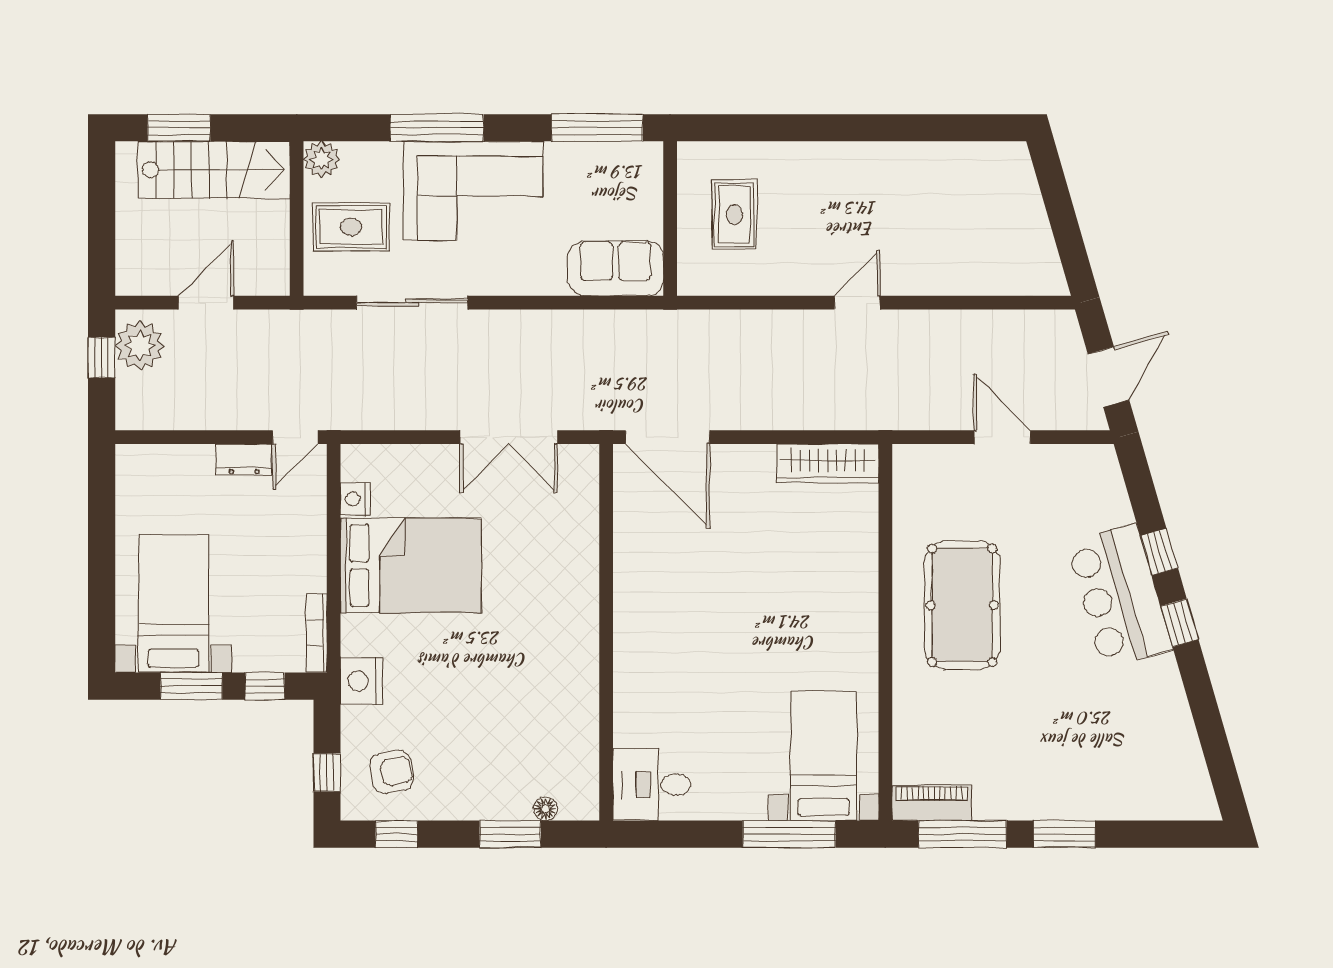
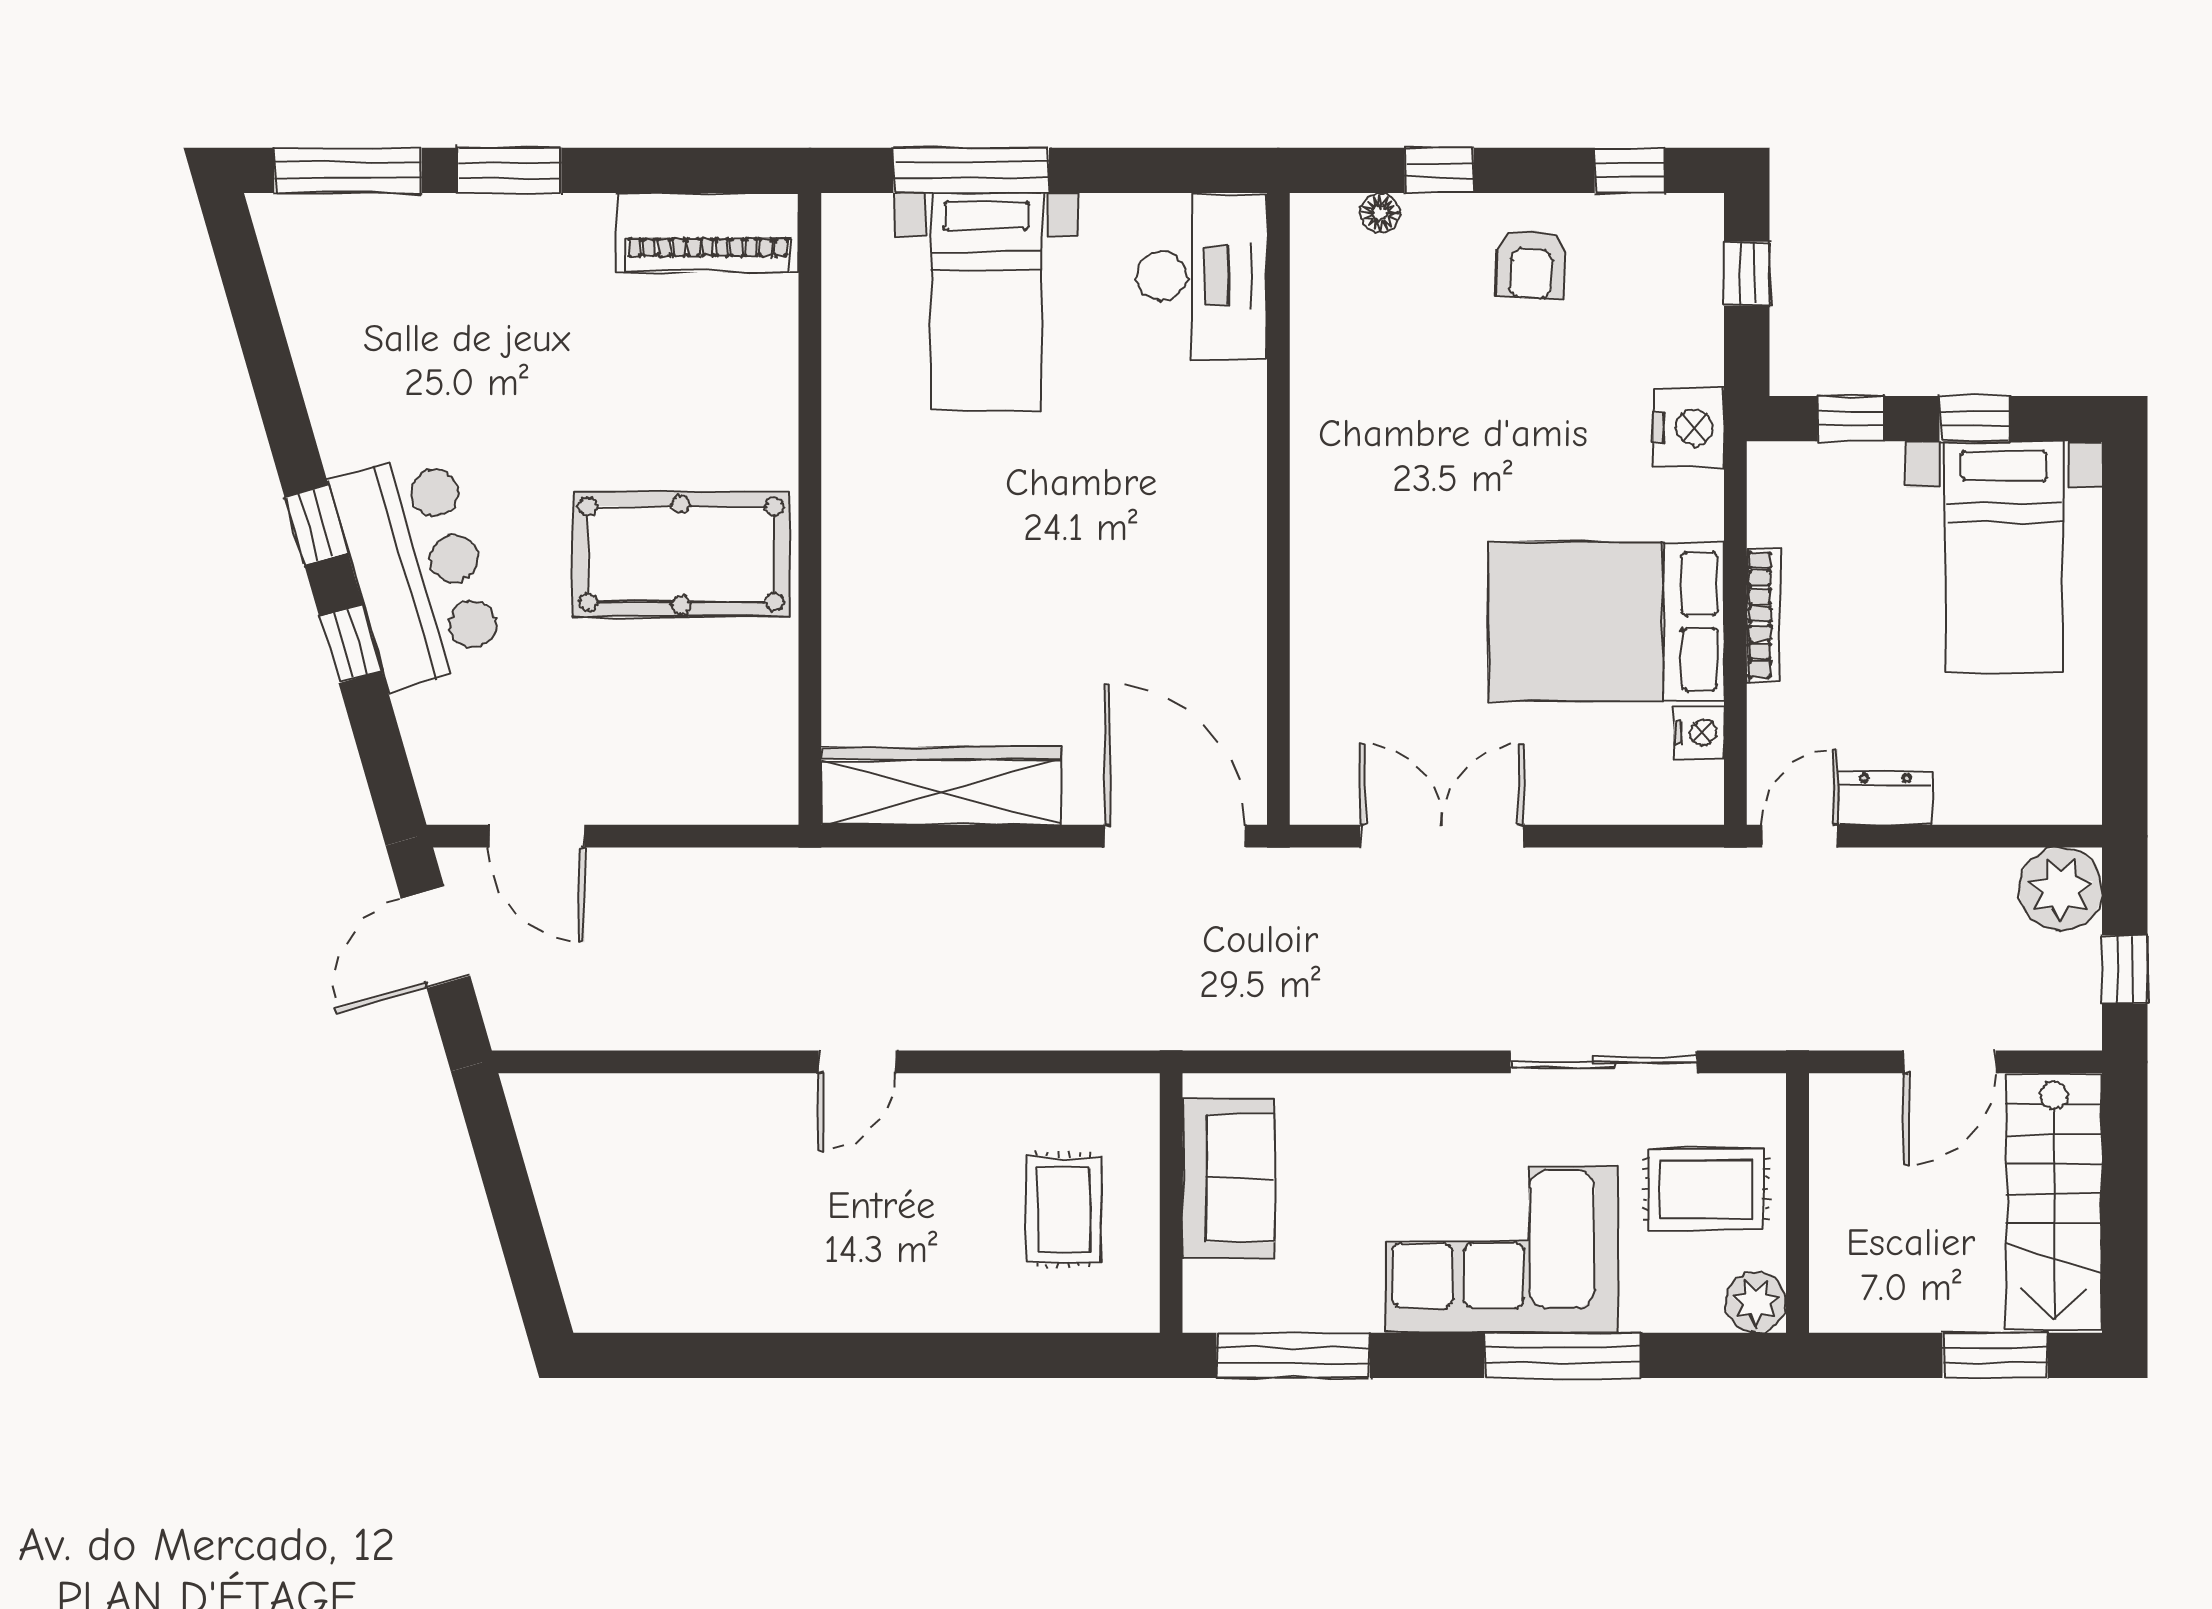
stairs: (214, 170) -> (2054, 1202), moved, turned -90
sofa: (616, 268) -> (1229, 1178), moved, turned -90
plant: (140, 345) -> (2061, 889), moved
door: (1002, 437) -> (537, 836), moved
wardrobe: (828, 464) -> (941, 786), width x1.40, depth x1.17
pool table: (962, 605) -> (681, 554), turned 90
bookcase: (317, 633) -> (1764, 615), moved
window: (191, 686) -> (1974, 419), width x0.67
bed with nightstands: (824, 756) -> (986, 302), moved
armchair: (392, 772) -> (1531, 264), moved, turned -76
desk: (652, 785) -> (1202, 276), width x1.37
piano: (932, 803) -> (708, 232), width x1.37, depth x1.33
window: (510, 834) -> (1439, 170), width x0.67
window: (962, 834) -> (348, 170), moved

